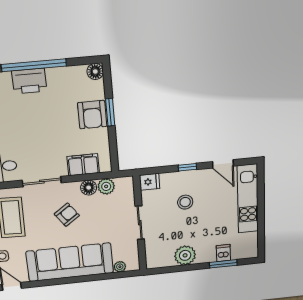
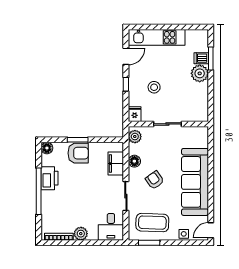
printer: (29, 81) -> (49, 178), moved
plant: (106, 186) -> (135, 137), moved
plant: (185, 255) -> (200, 73), moved
plant: (120, 267) -> (204, 143), removed

